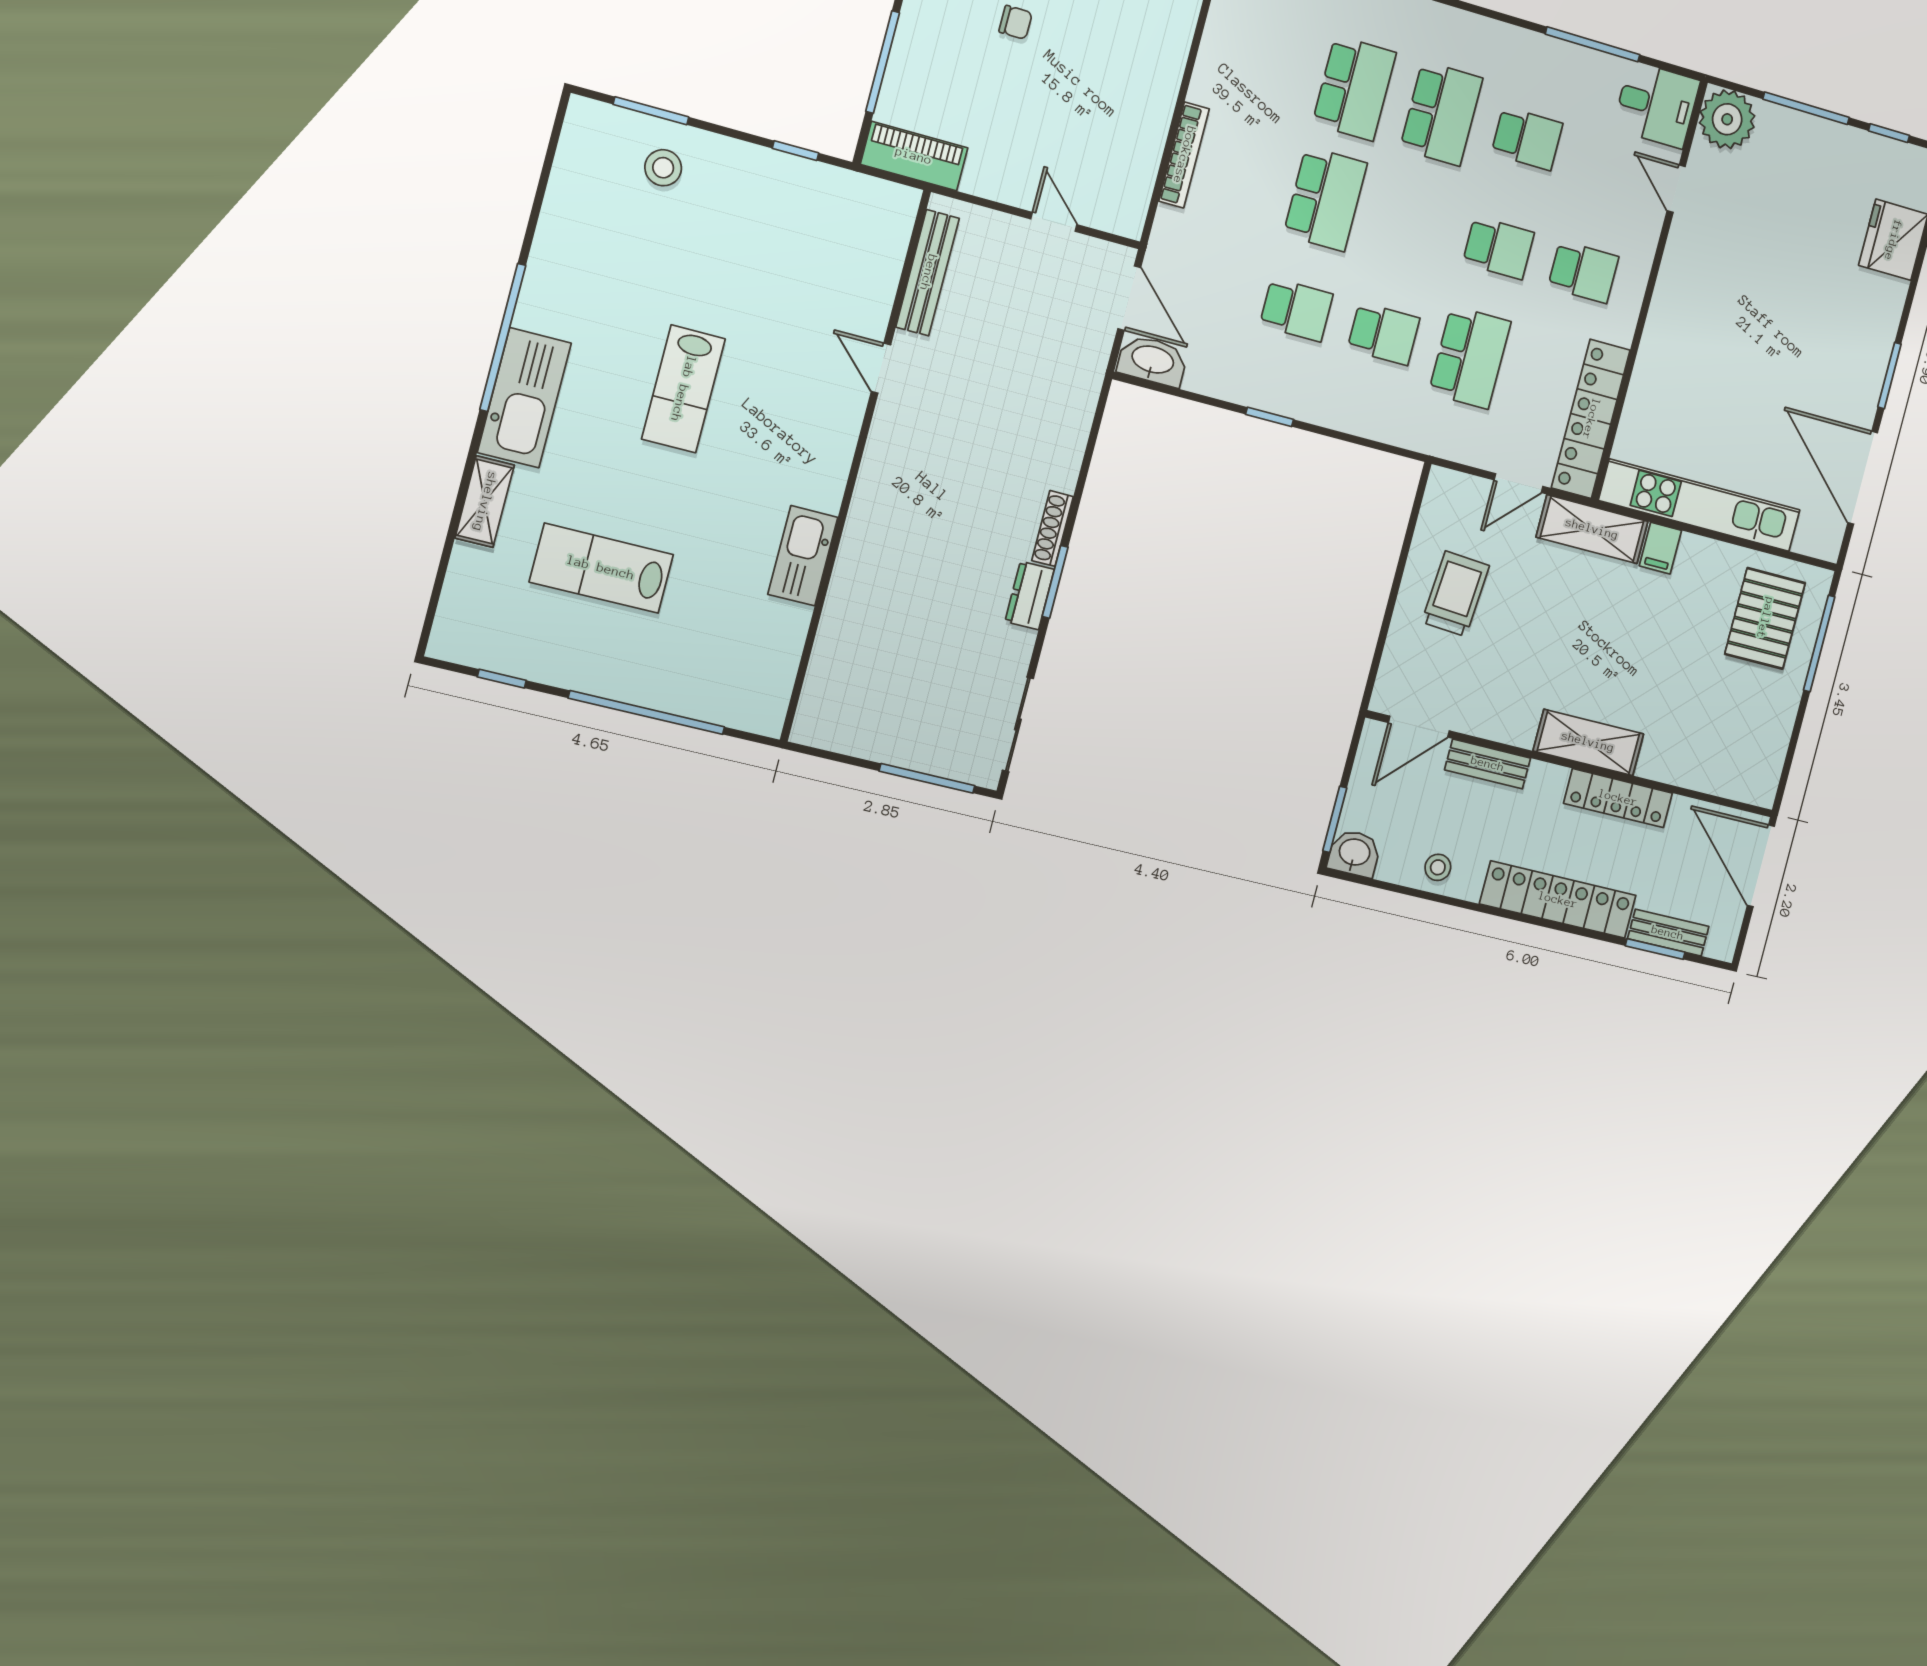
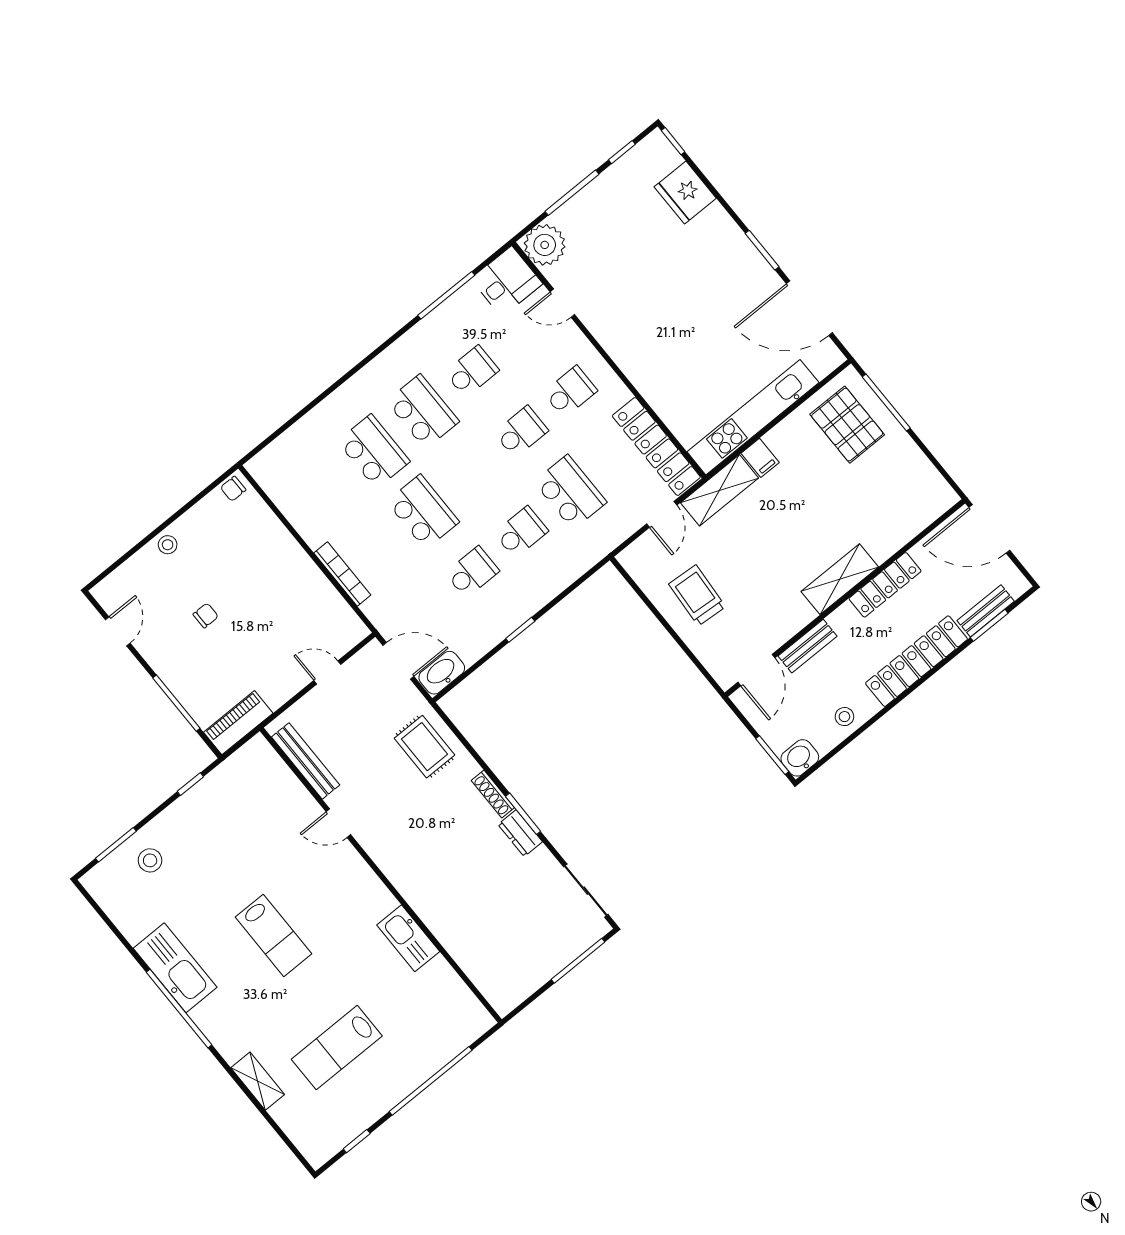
kitchen sink: (524, 398) -> (175, 968), moved
rug: (1050, 405) -> (424, 747), added

